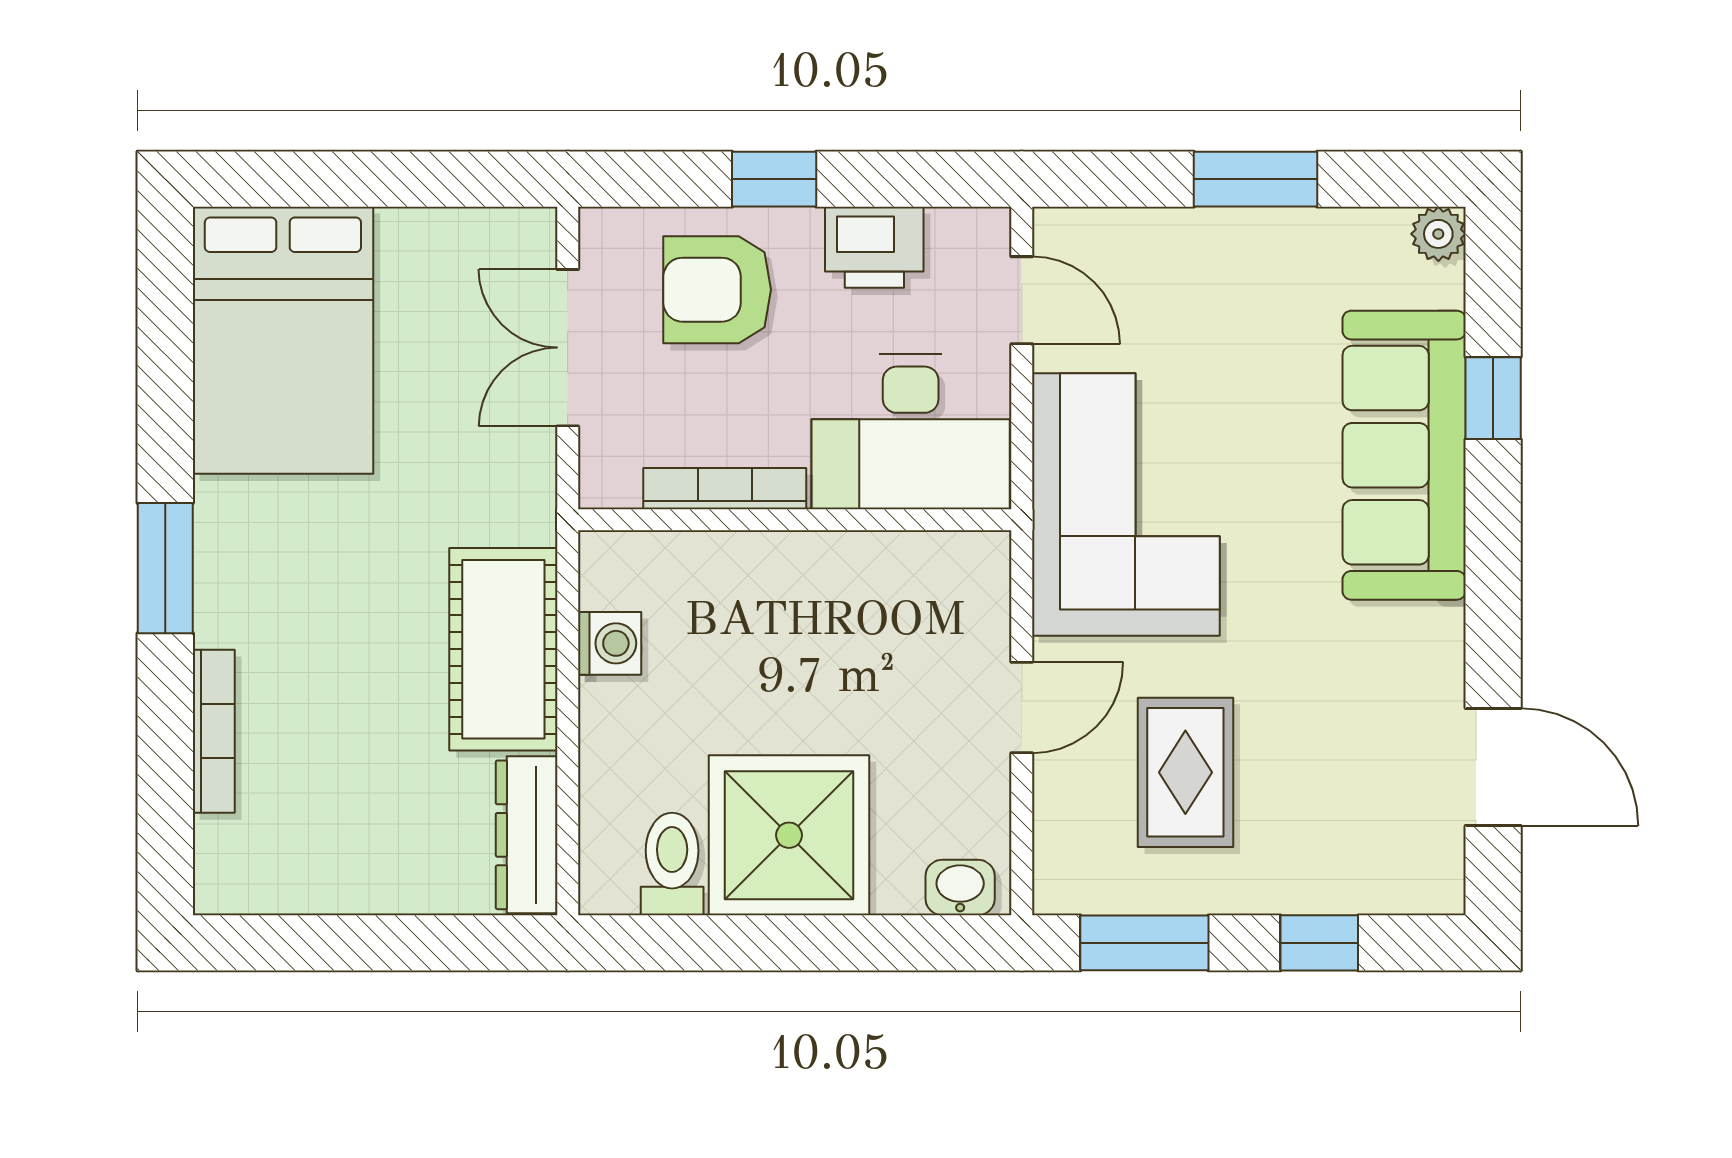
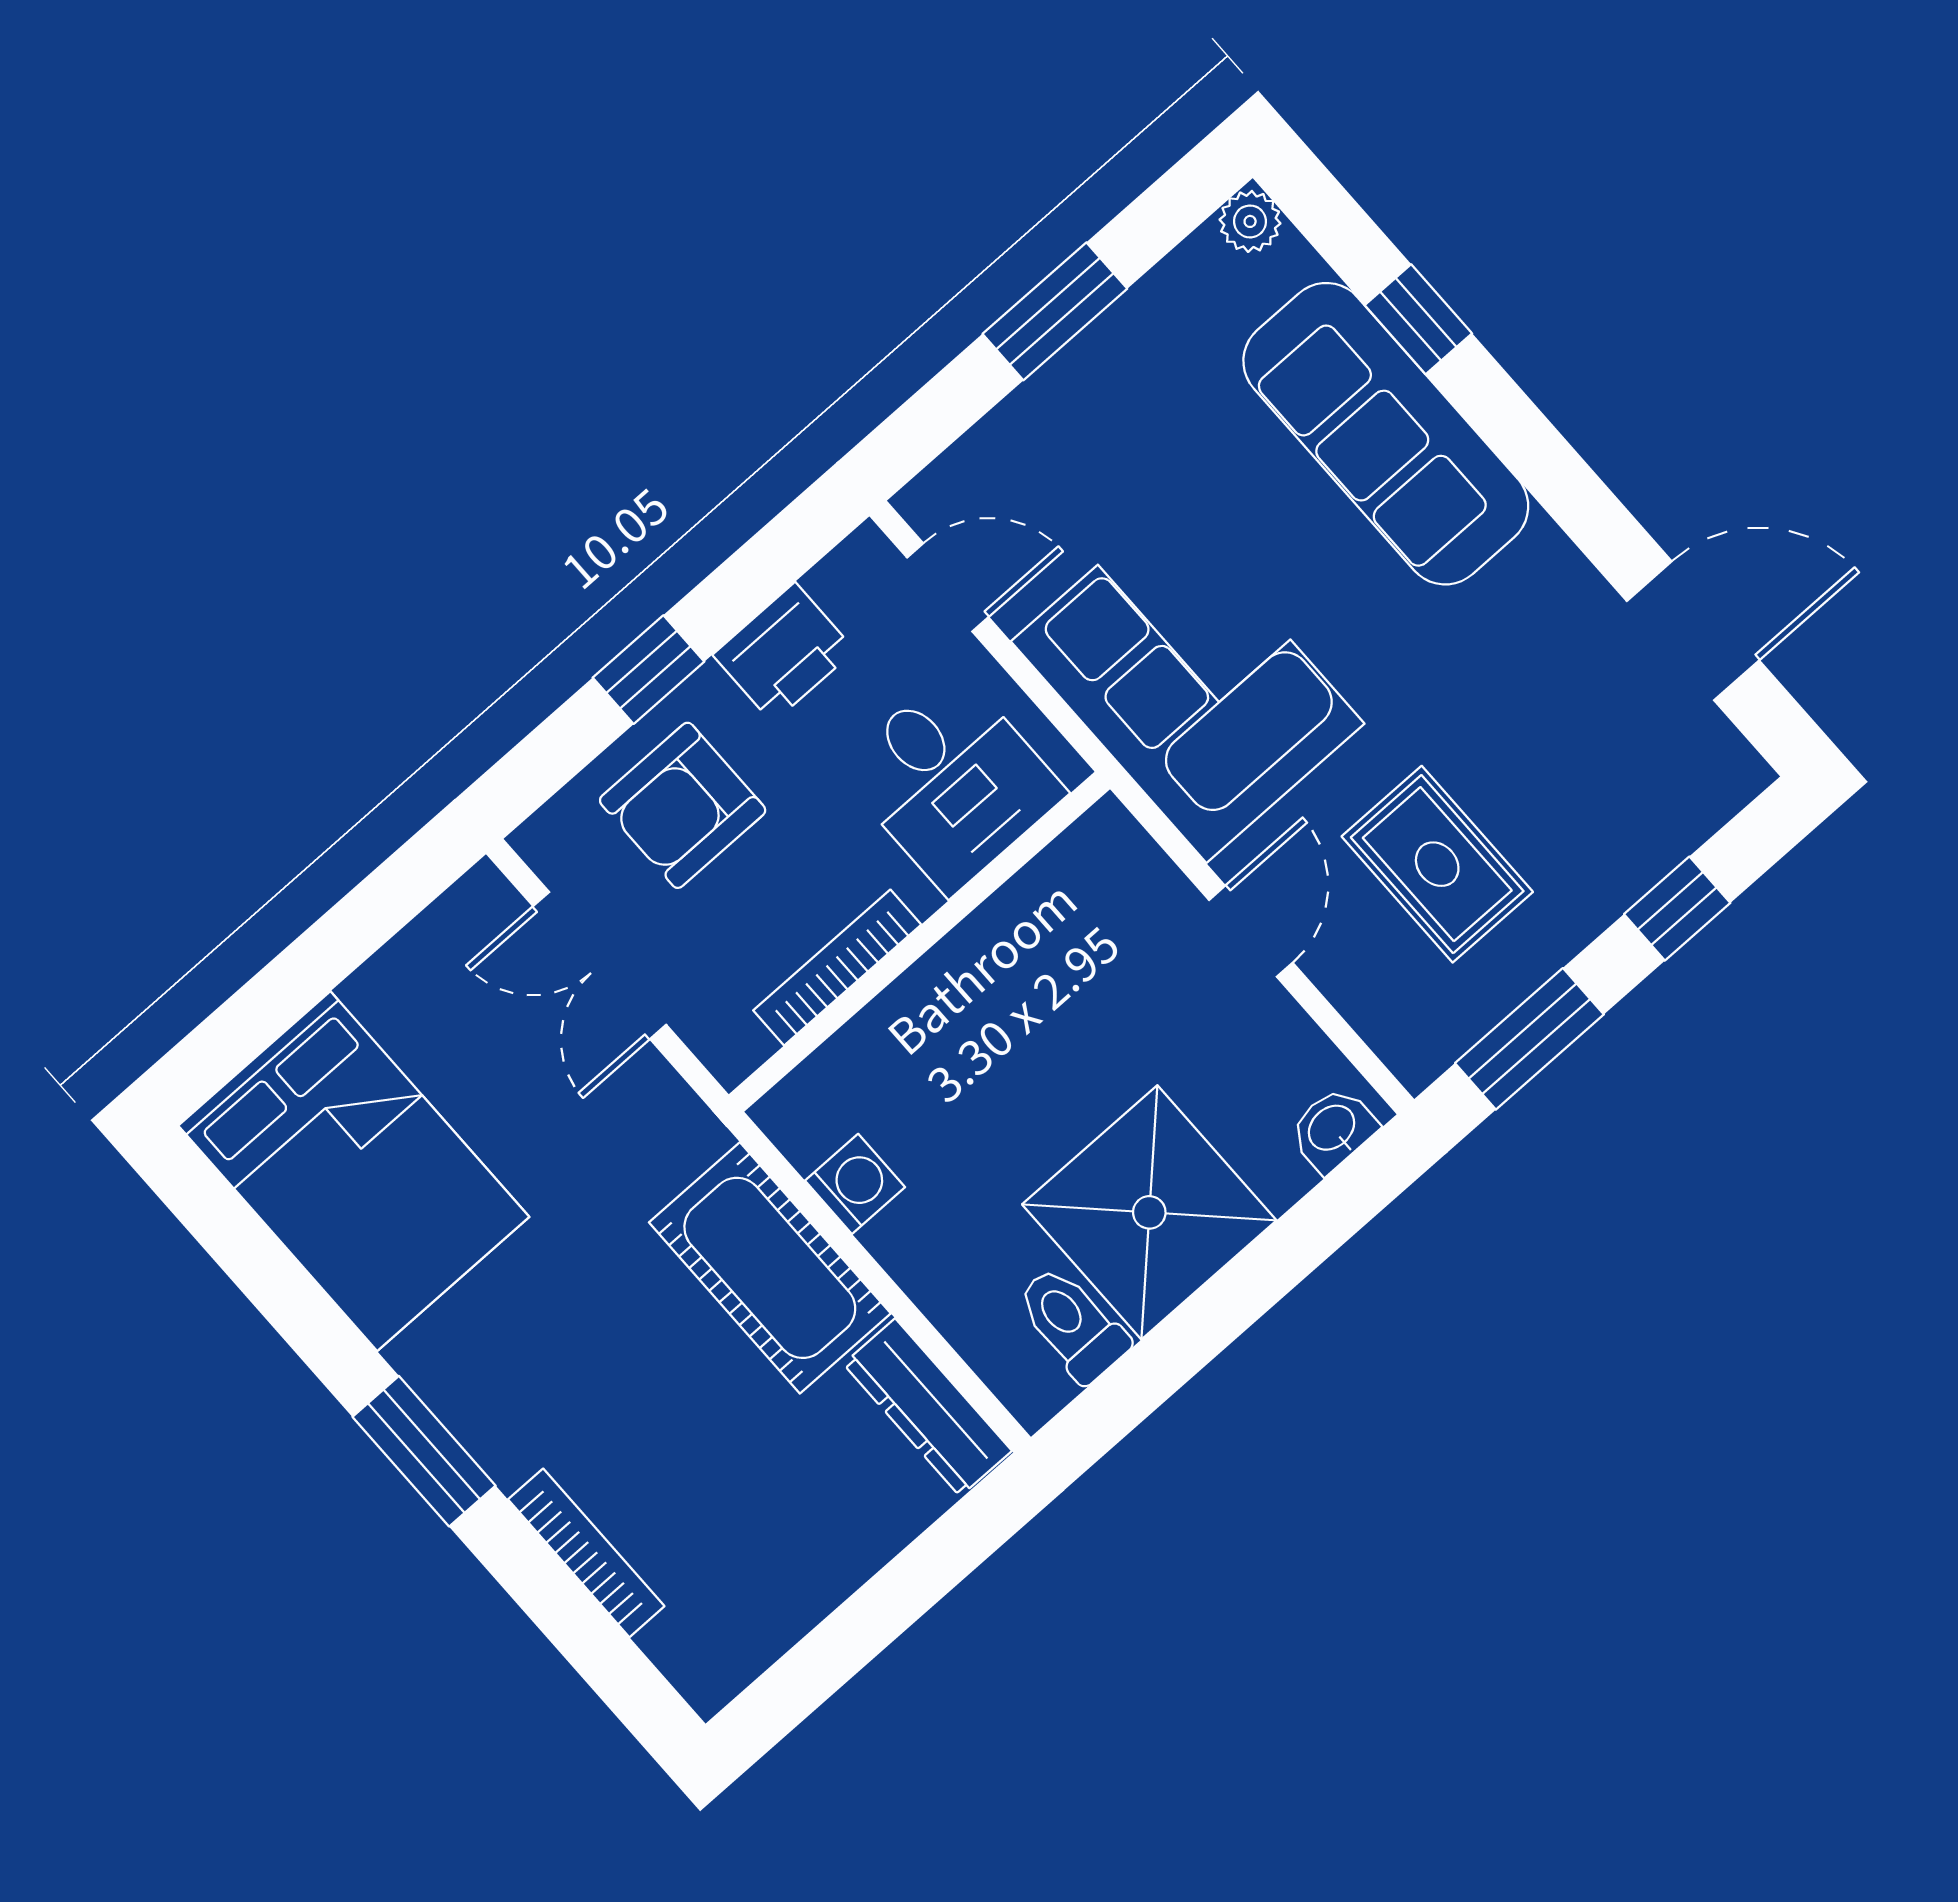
desk: (911, 432) -> (952, 781), width x0.73

